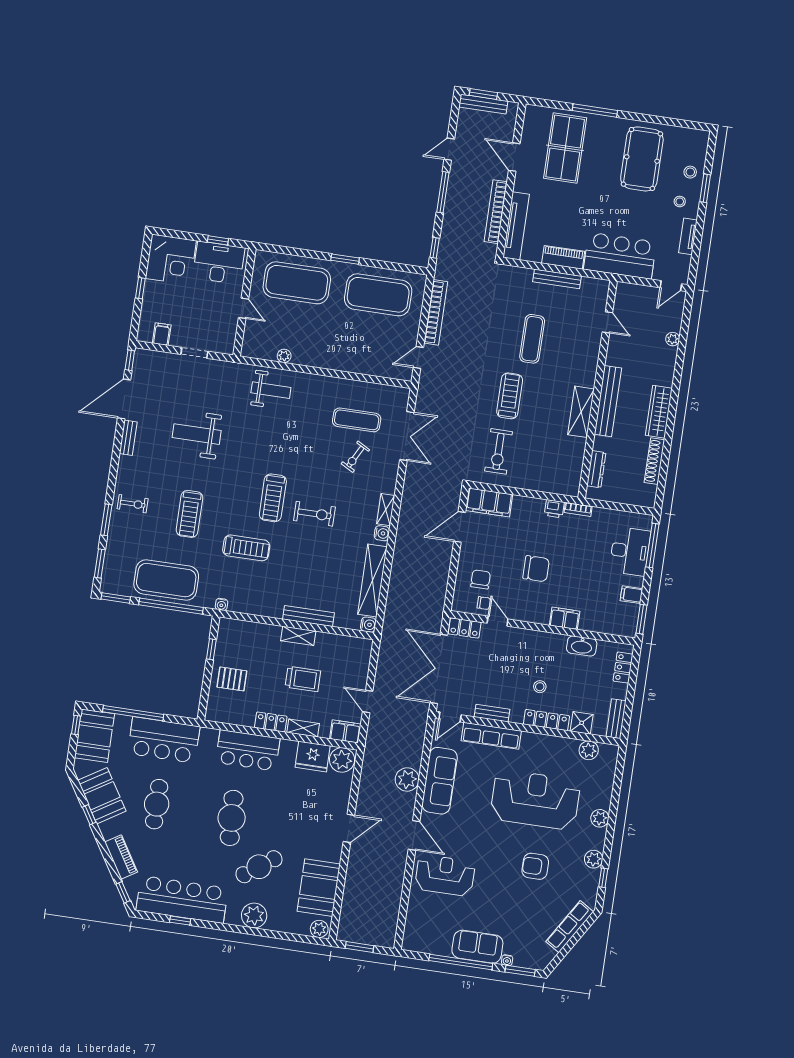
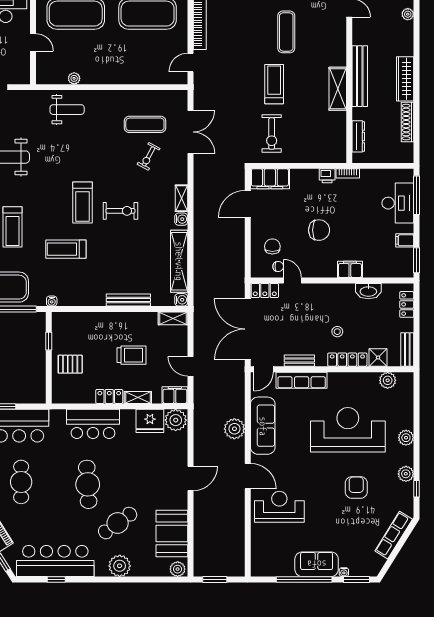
treadmill: (246, 548) -> (66, 249), turned 180
shelving: (298, 636) -> (173, 318), moved
armchair: (535, 866) -> (356, 487), turned 90

